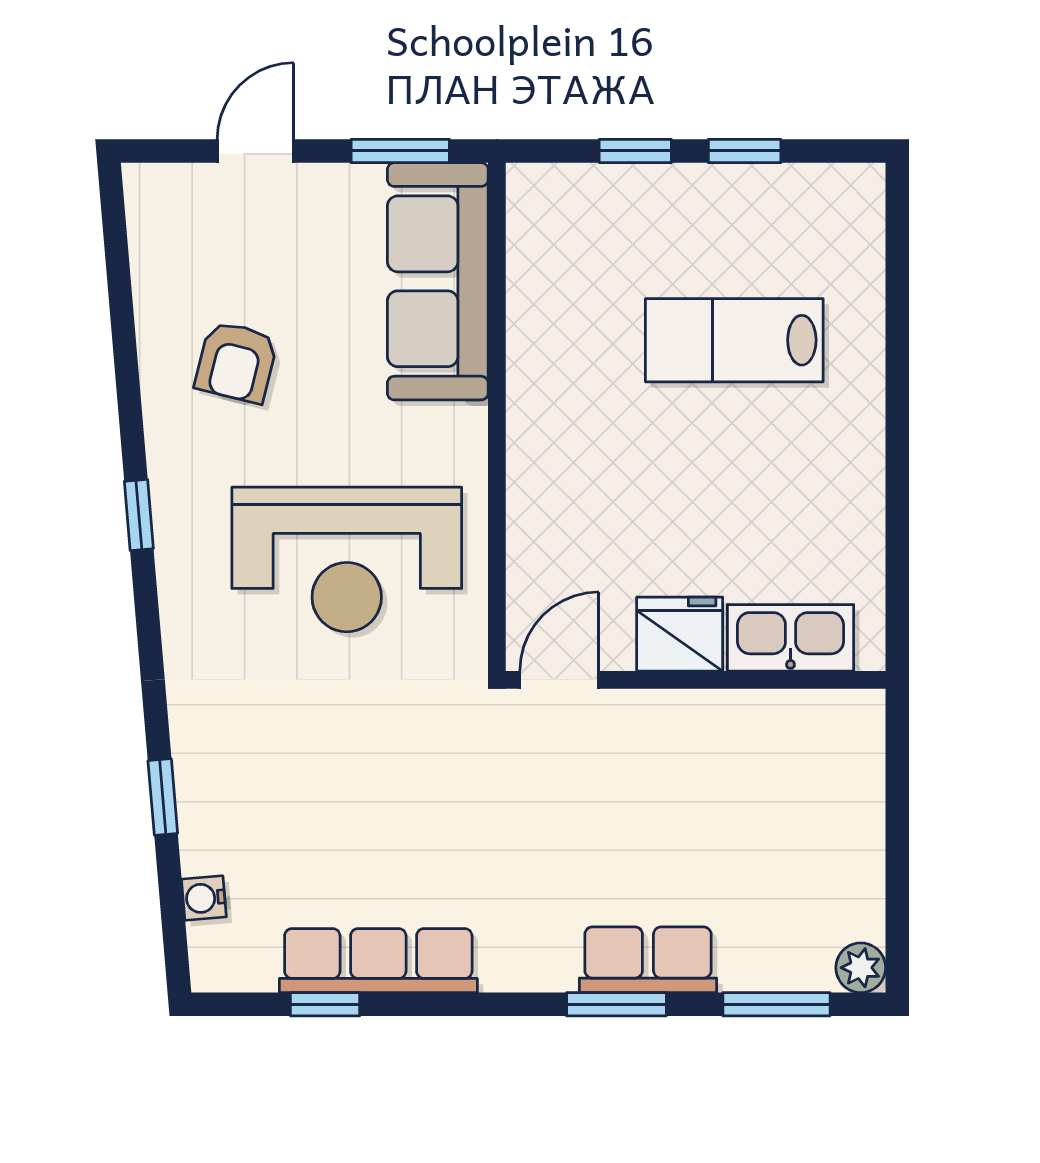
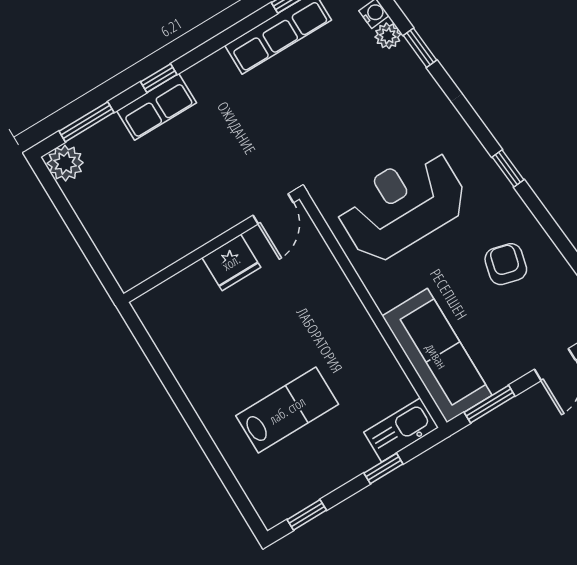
window: (745, 151) -> (307, 515), moved
kitchen sink: (790, 638) -> (401, 430), moved, turned 180
plant: (204, 848) -> (388, 36), added
plant: (861, 968) -> (65, 163), width x1.38, depth x1.38
window: (616, 1004) -> (159, 78), width x0.67

